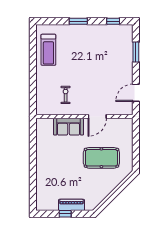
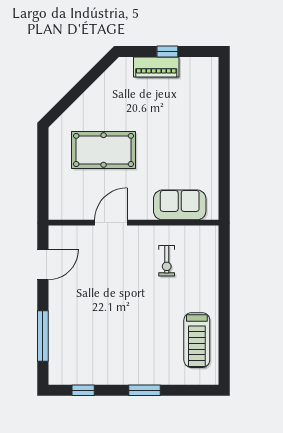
treadmill: (48, 50) -> (197, 340), turned 180
window: (136, 52) -> (43, 336), width x1.44
sofa: (69, 127) -> (180, 205), moved

